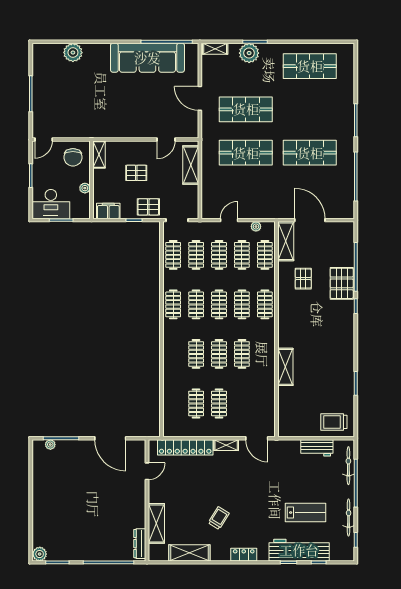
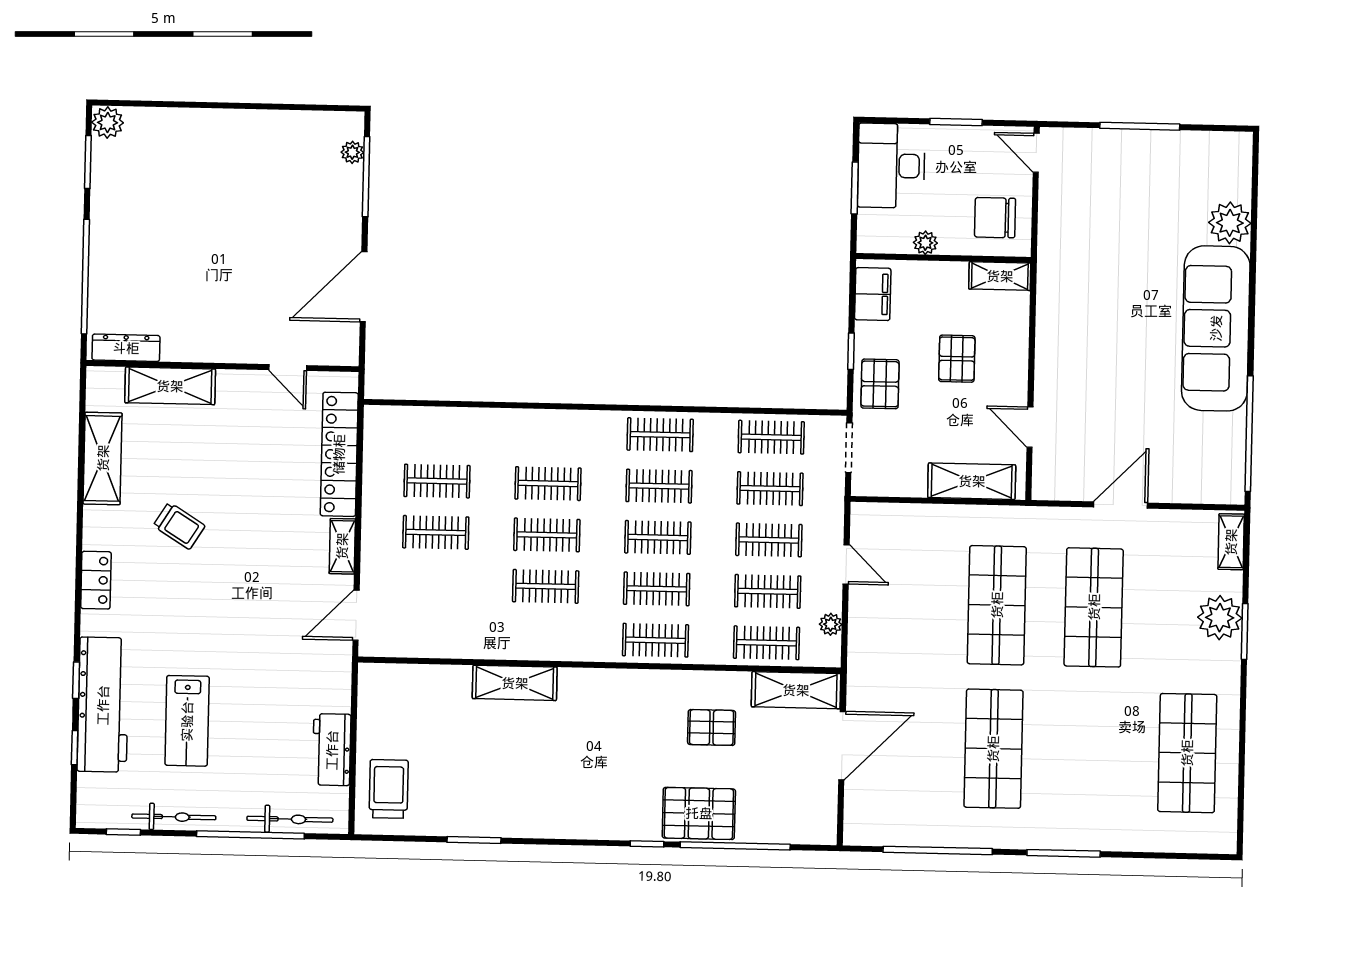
sofa: (147, 58) -> (1216, 328), moved

